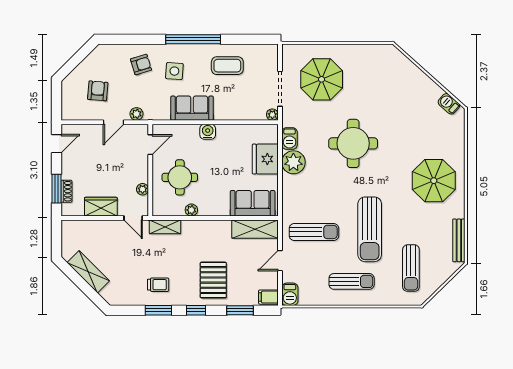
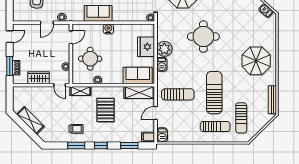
barbecue: (290, 139) -> (162, 64), moved
sun lounger: (370, 229) -> (214, 93), turned 180
pallet: (213, 280) -> (106, 110), moved
sun lounger: (352, 281) -> (215, 127), moved

